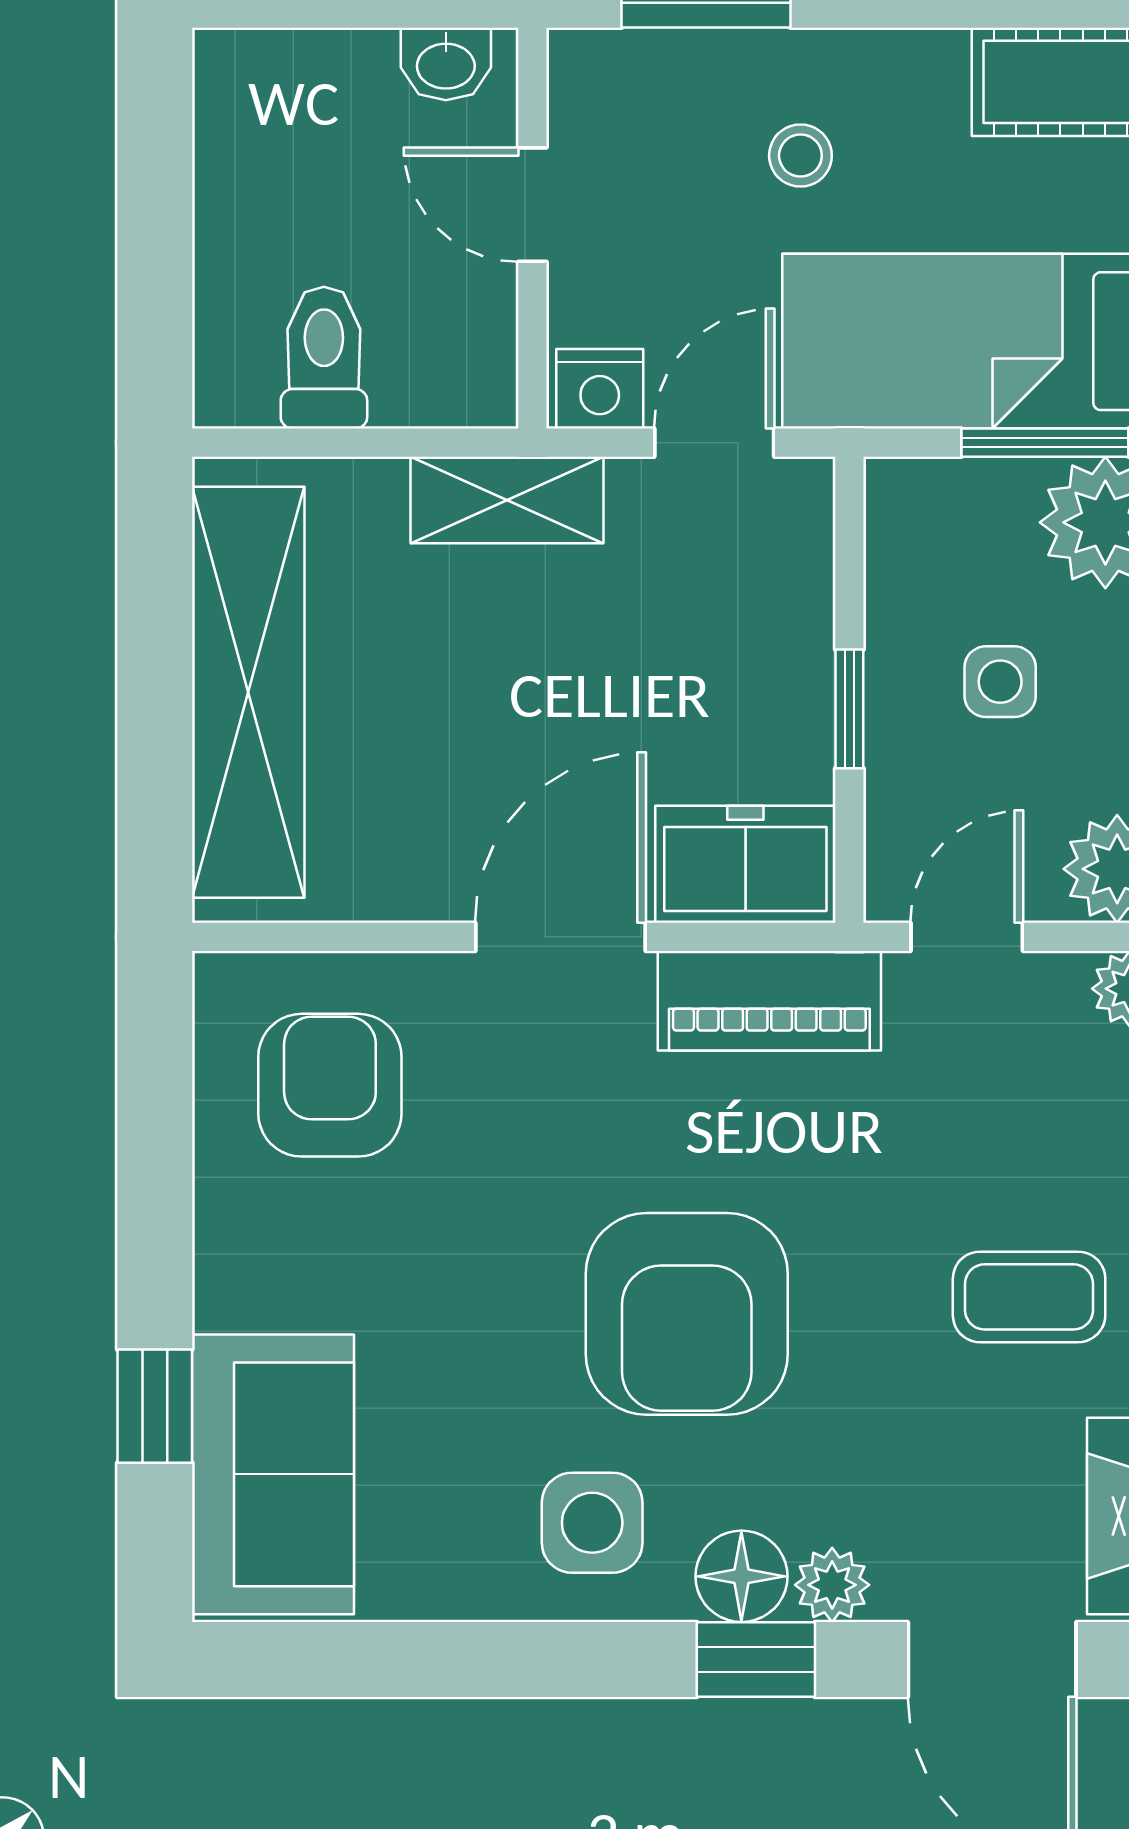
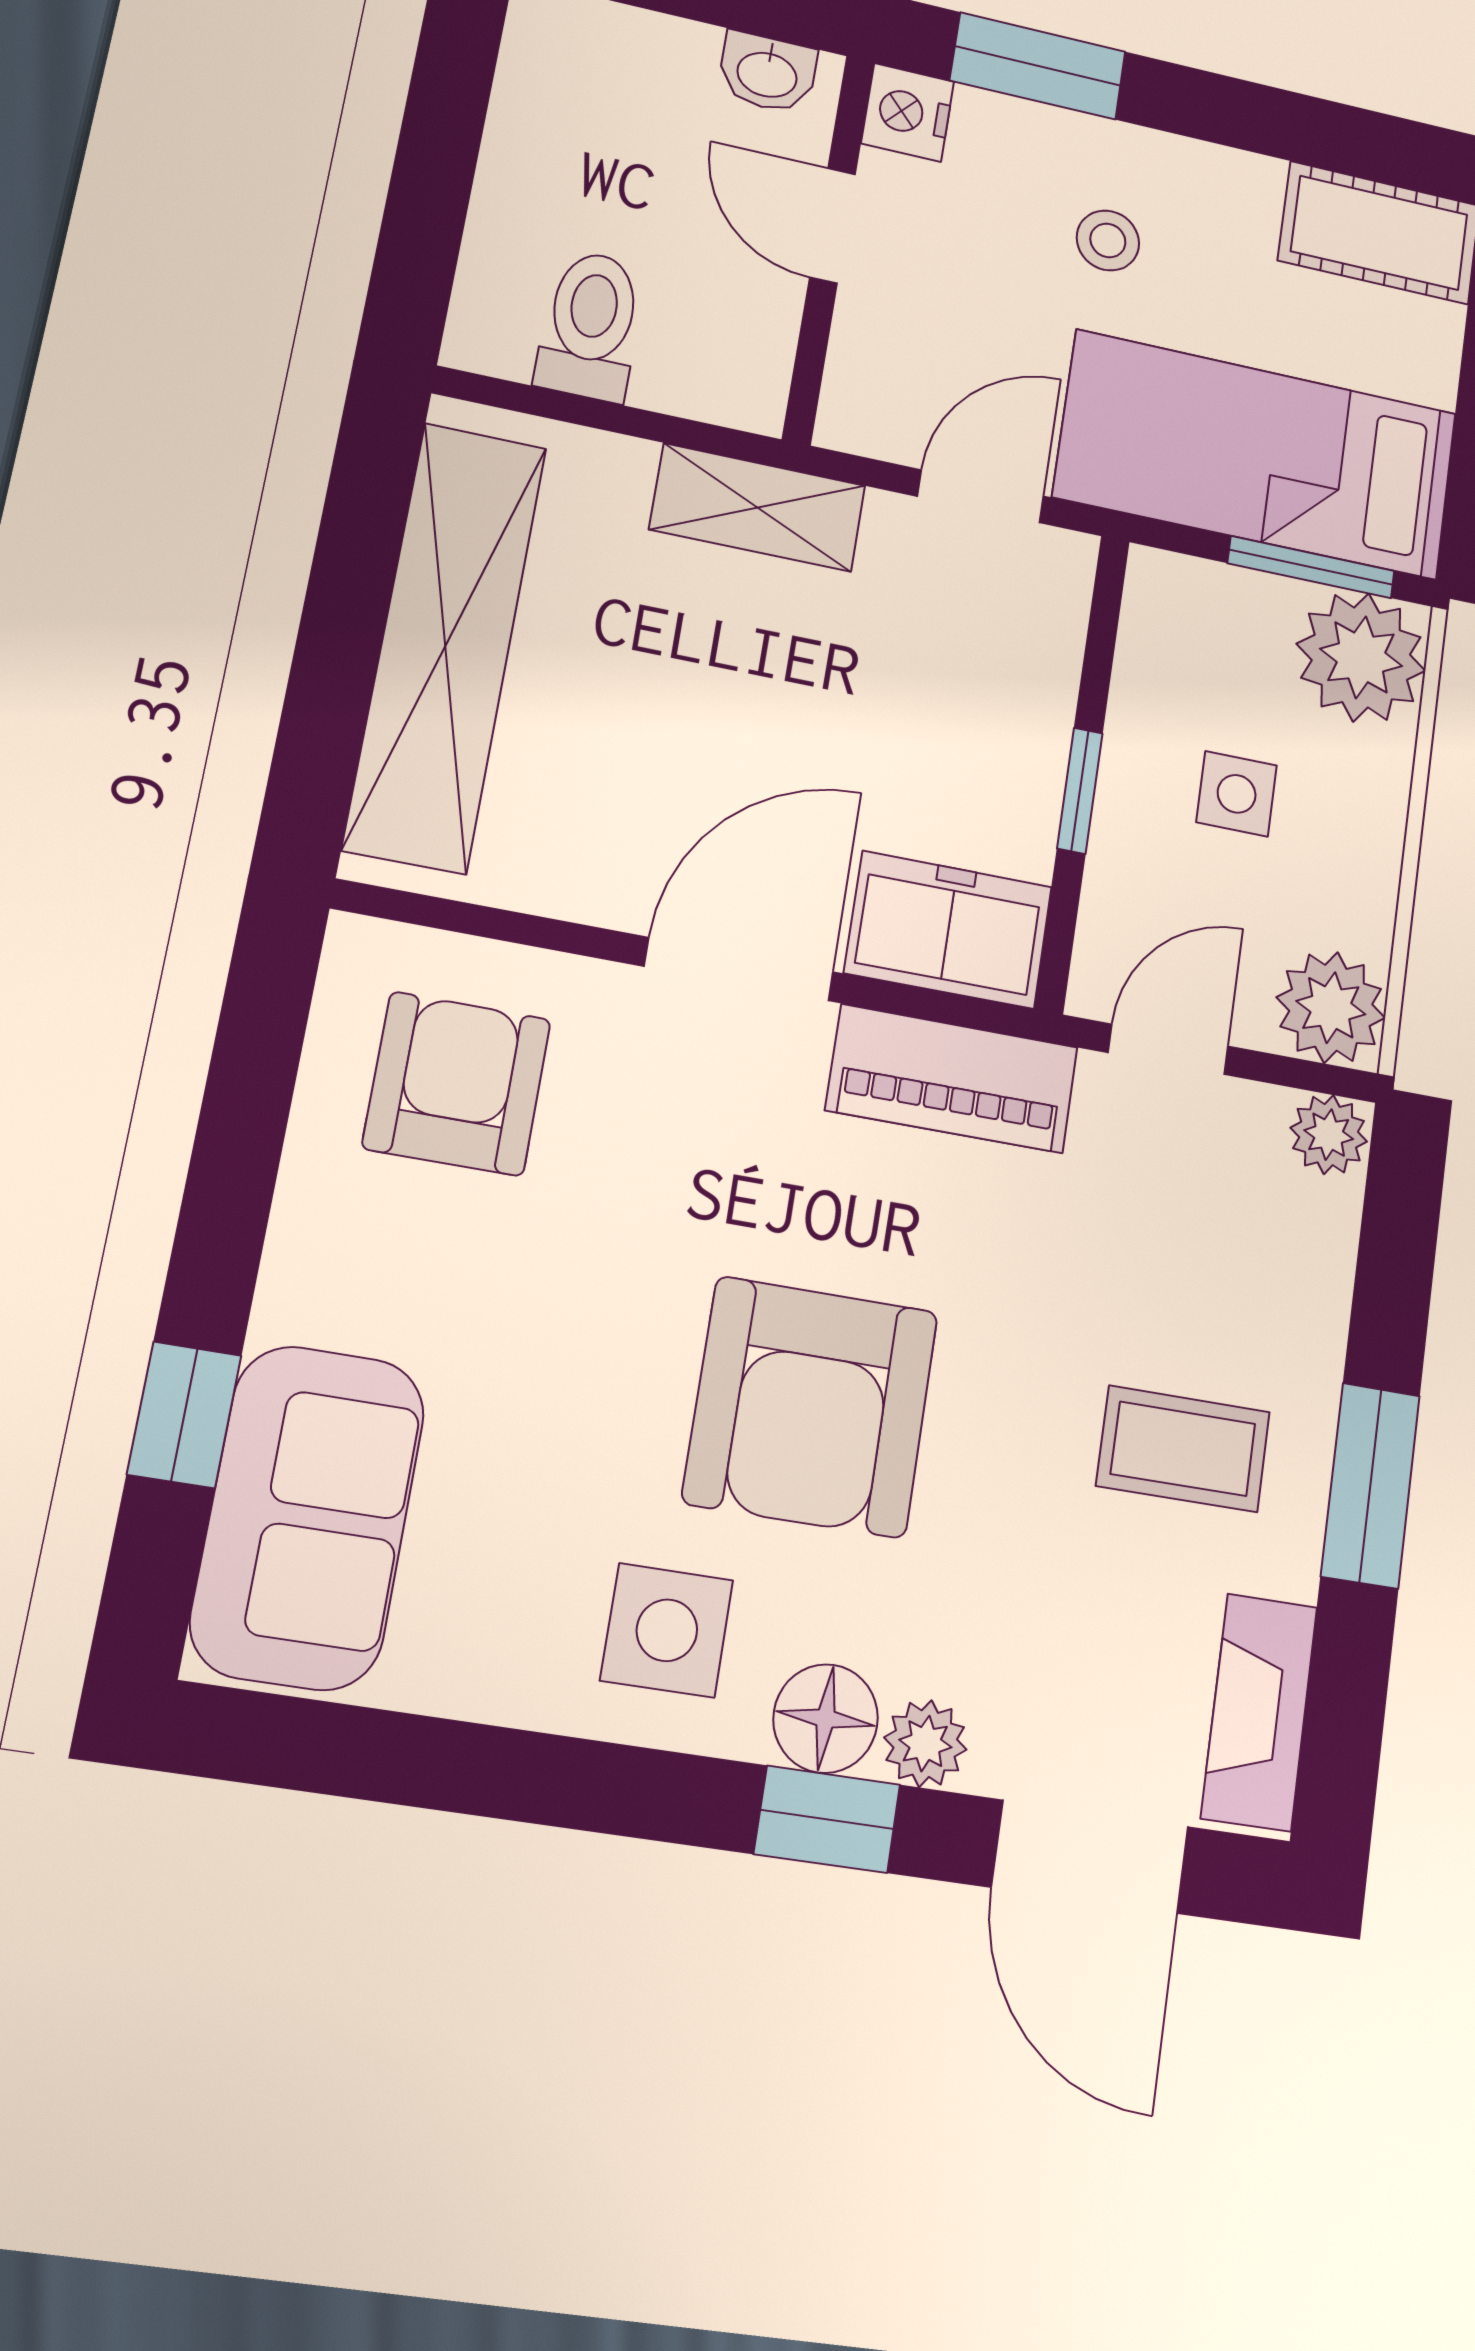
nightstand: (600, 389) -> (908, 112), moved, turned 90

